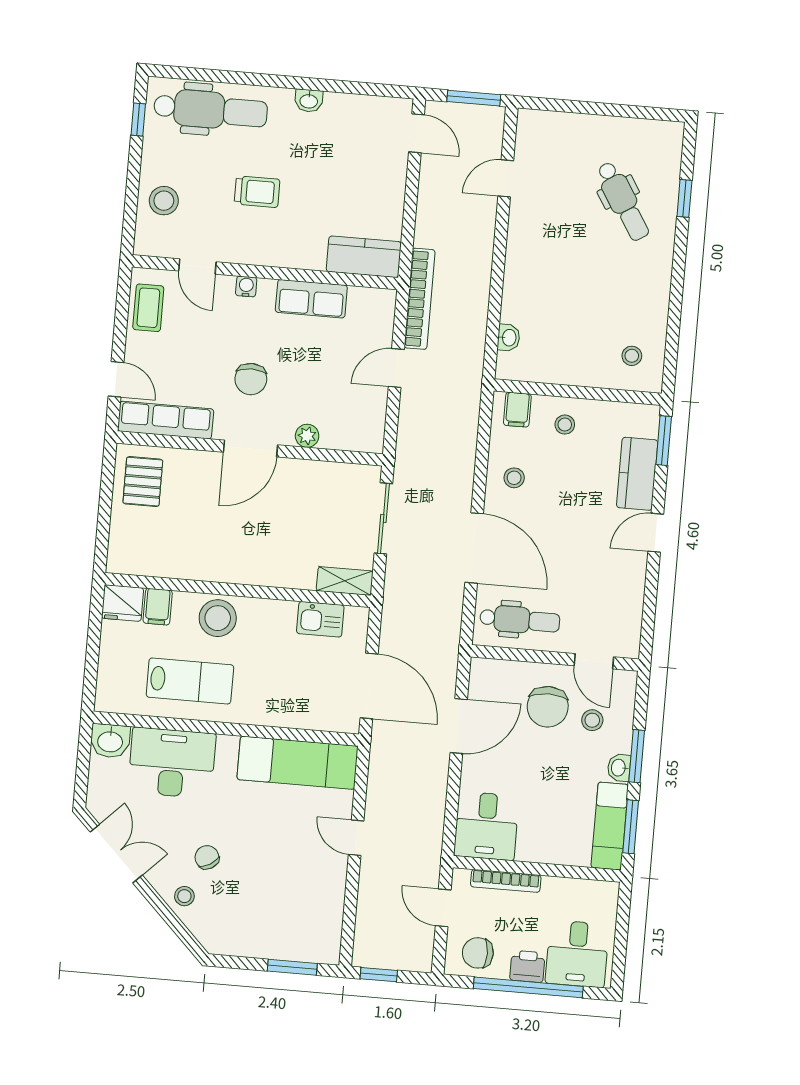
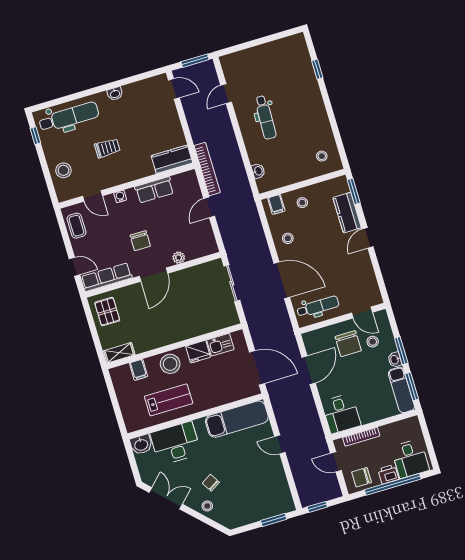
dental chair: (623, 201) -> (265, 117), moved, turned 34
shelving: (345, 581) -> (119, 353), moved
fridge: (122, 603) -> (198, 352), moved

